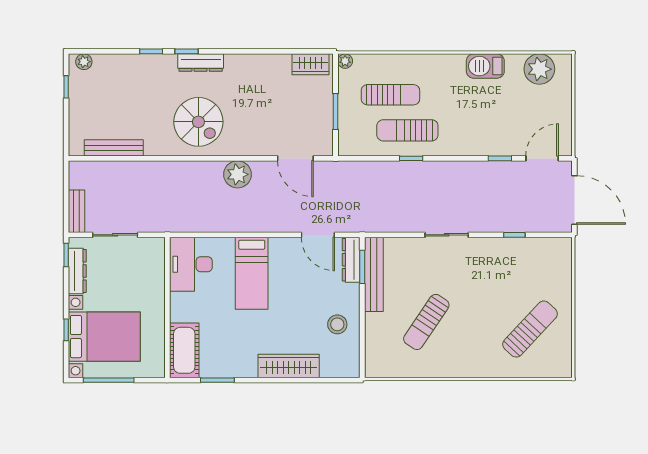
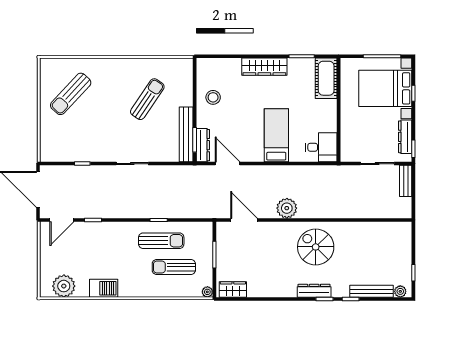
bench: (114, 148) -> (372, 291), moved
desk: (191, 264) -> (321, 147), width x0.73
wardrobe: (289, 366) -> (264, 67), moved

